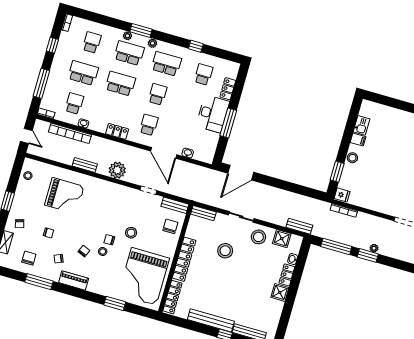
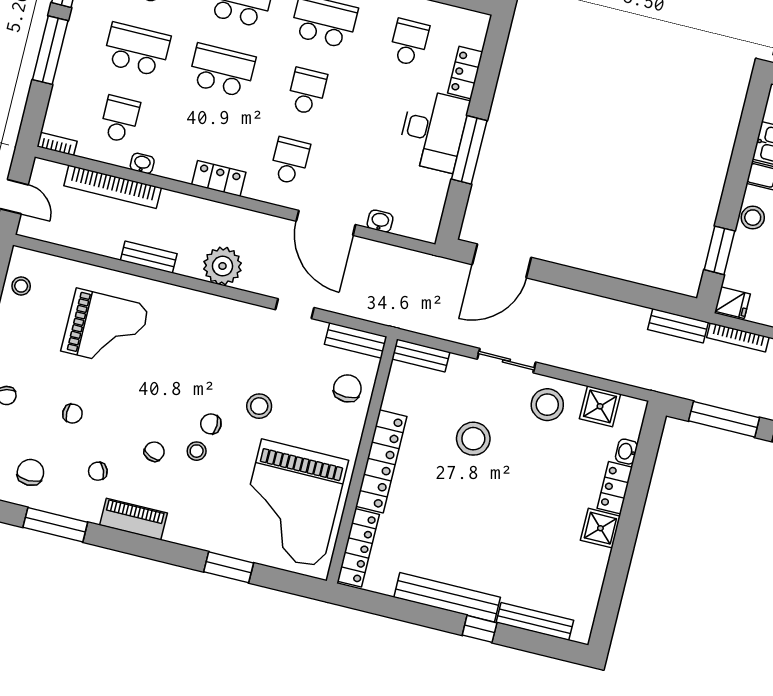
window: (41, 83) -> (50, 50), moved
bench: (299, 226) -> (678, 326), moved

